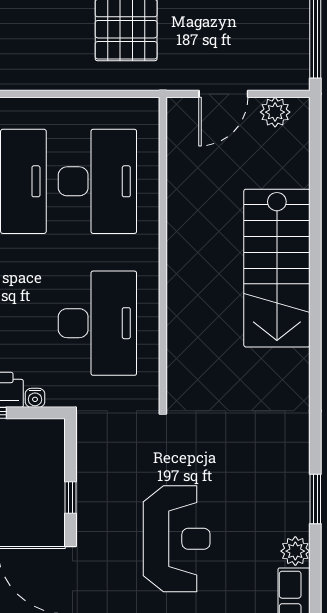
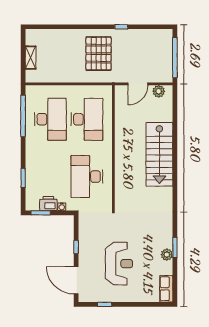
desk: (97, 323) -> (87, 177), turned 180
plant: (295, 551) -> (167, 255), moved

